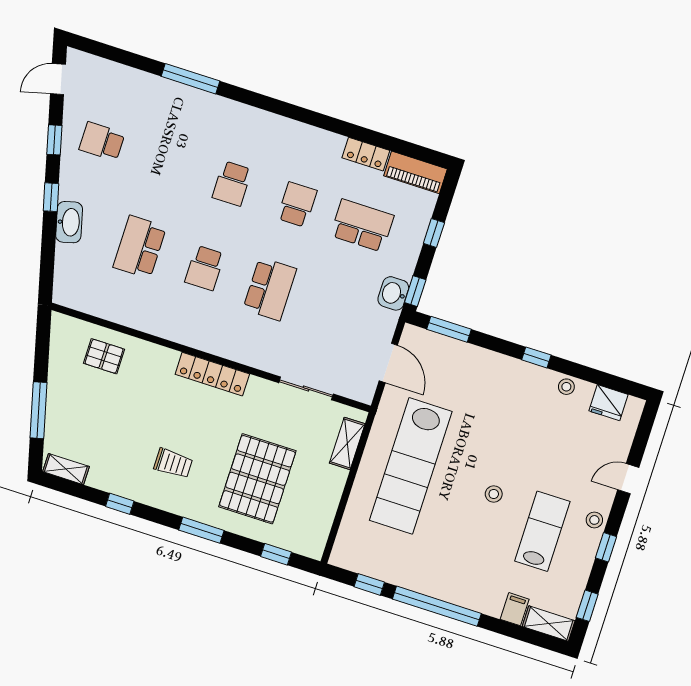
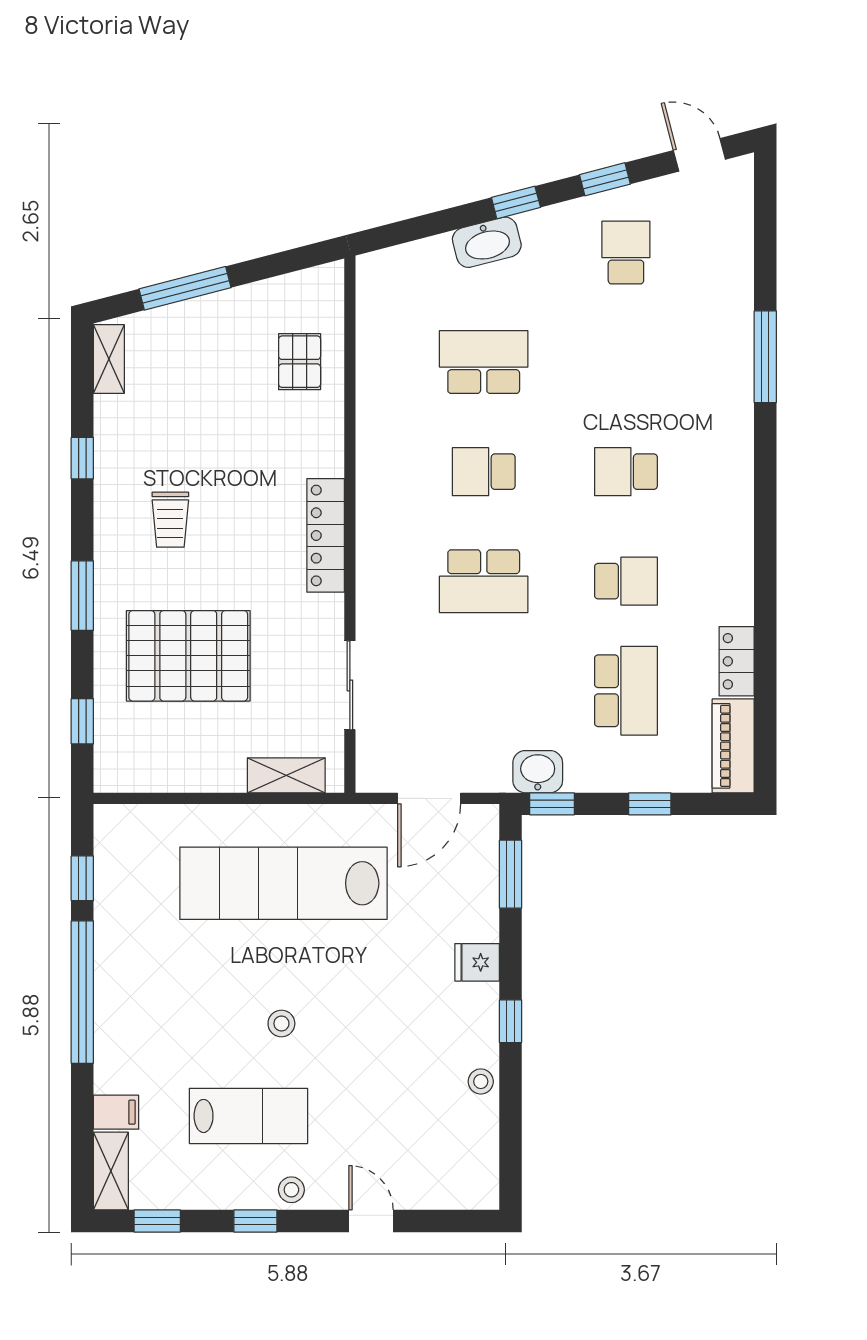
fridge: (608, 403) -> (477, 962), moved, width x0.72

